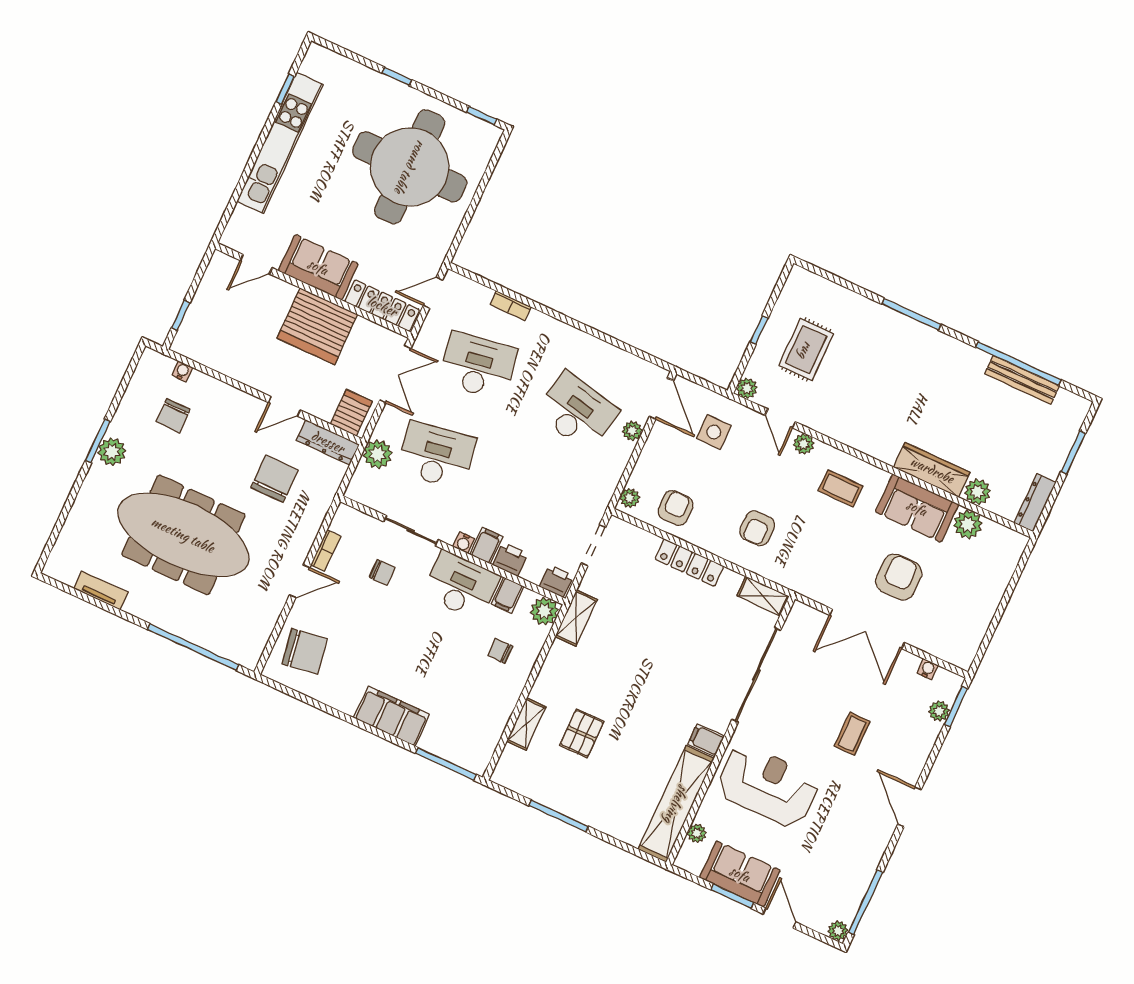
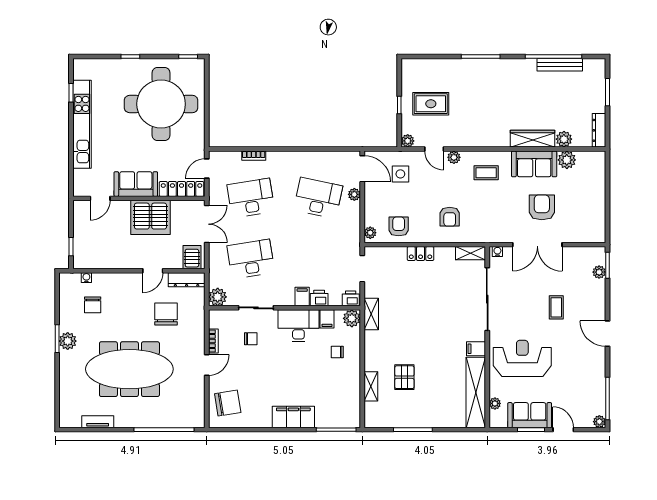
rug: (806, 350) -> (431, 104), turned 90
plant: (378, 454) -> (218, 297), moved
water cooler: (464, 543) -> (289, 301), removed
locker: (689, 563) -> (421, 254), width x0.66
water cooler: (928, 669) -> (497, 251), moved

